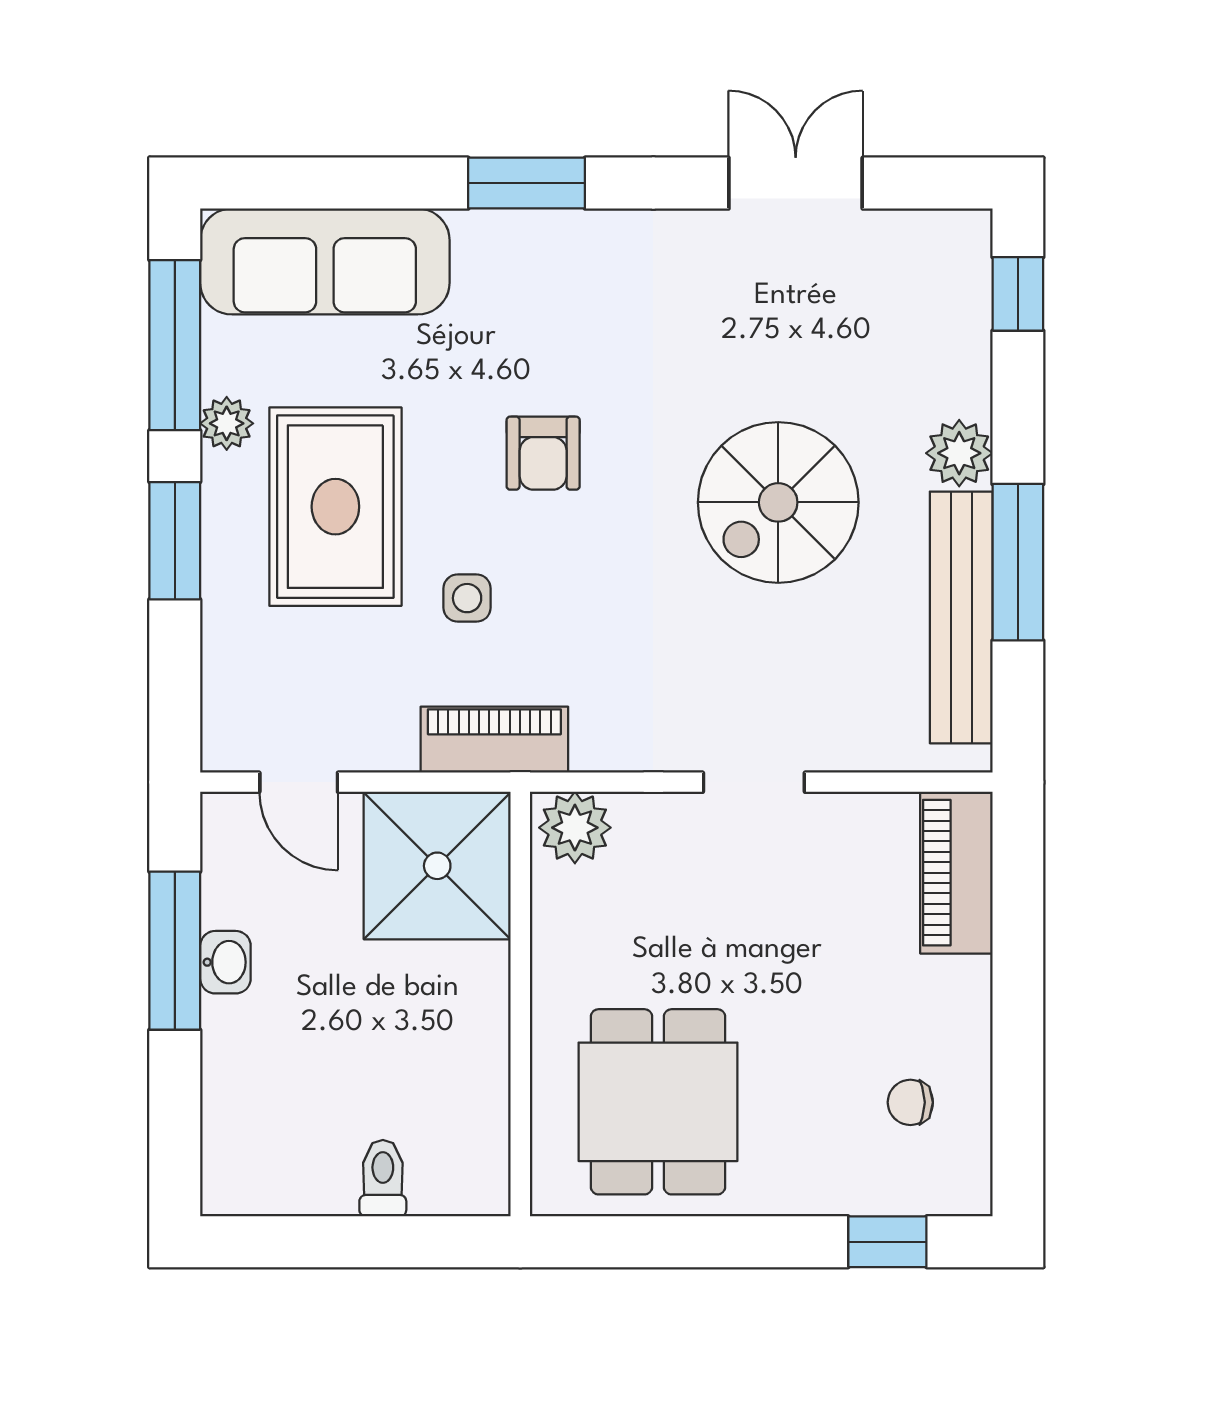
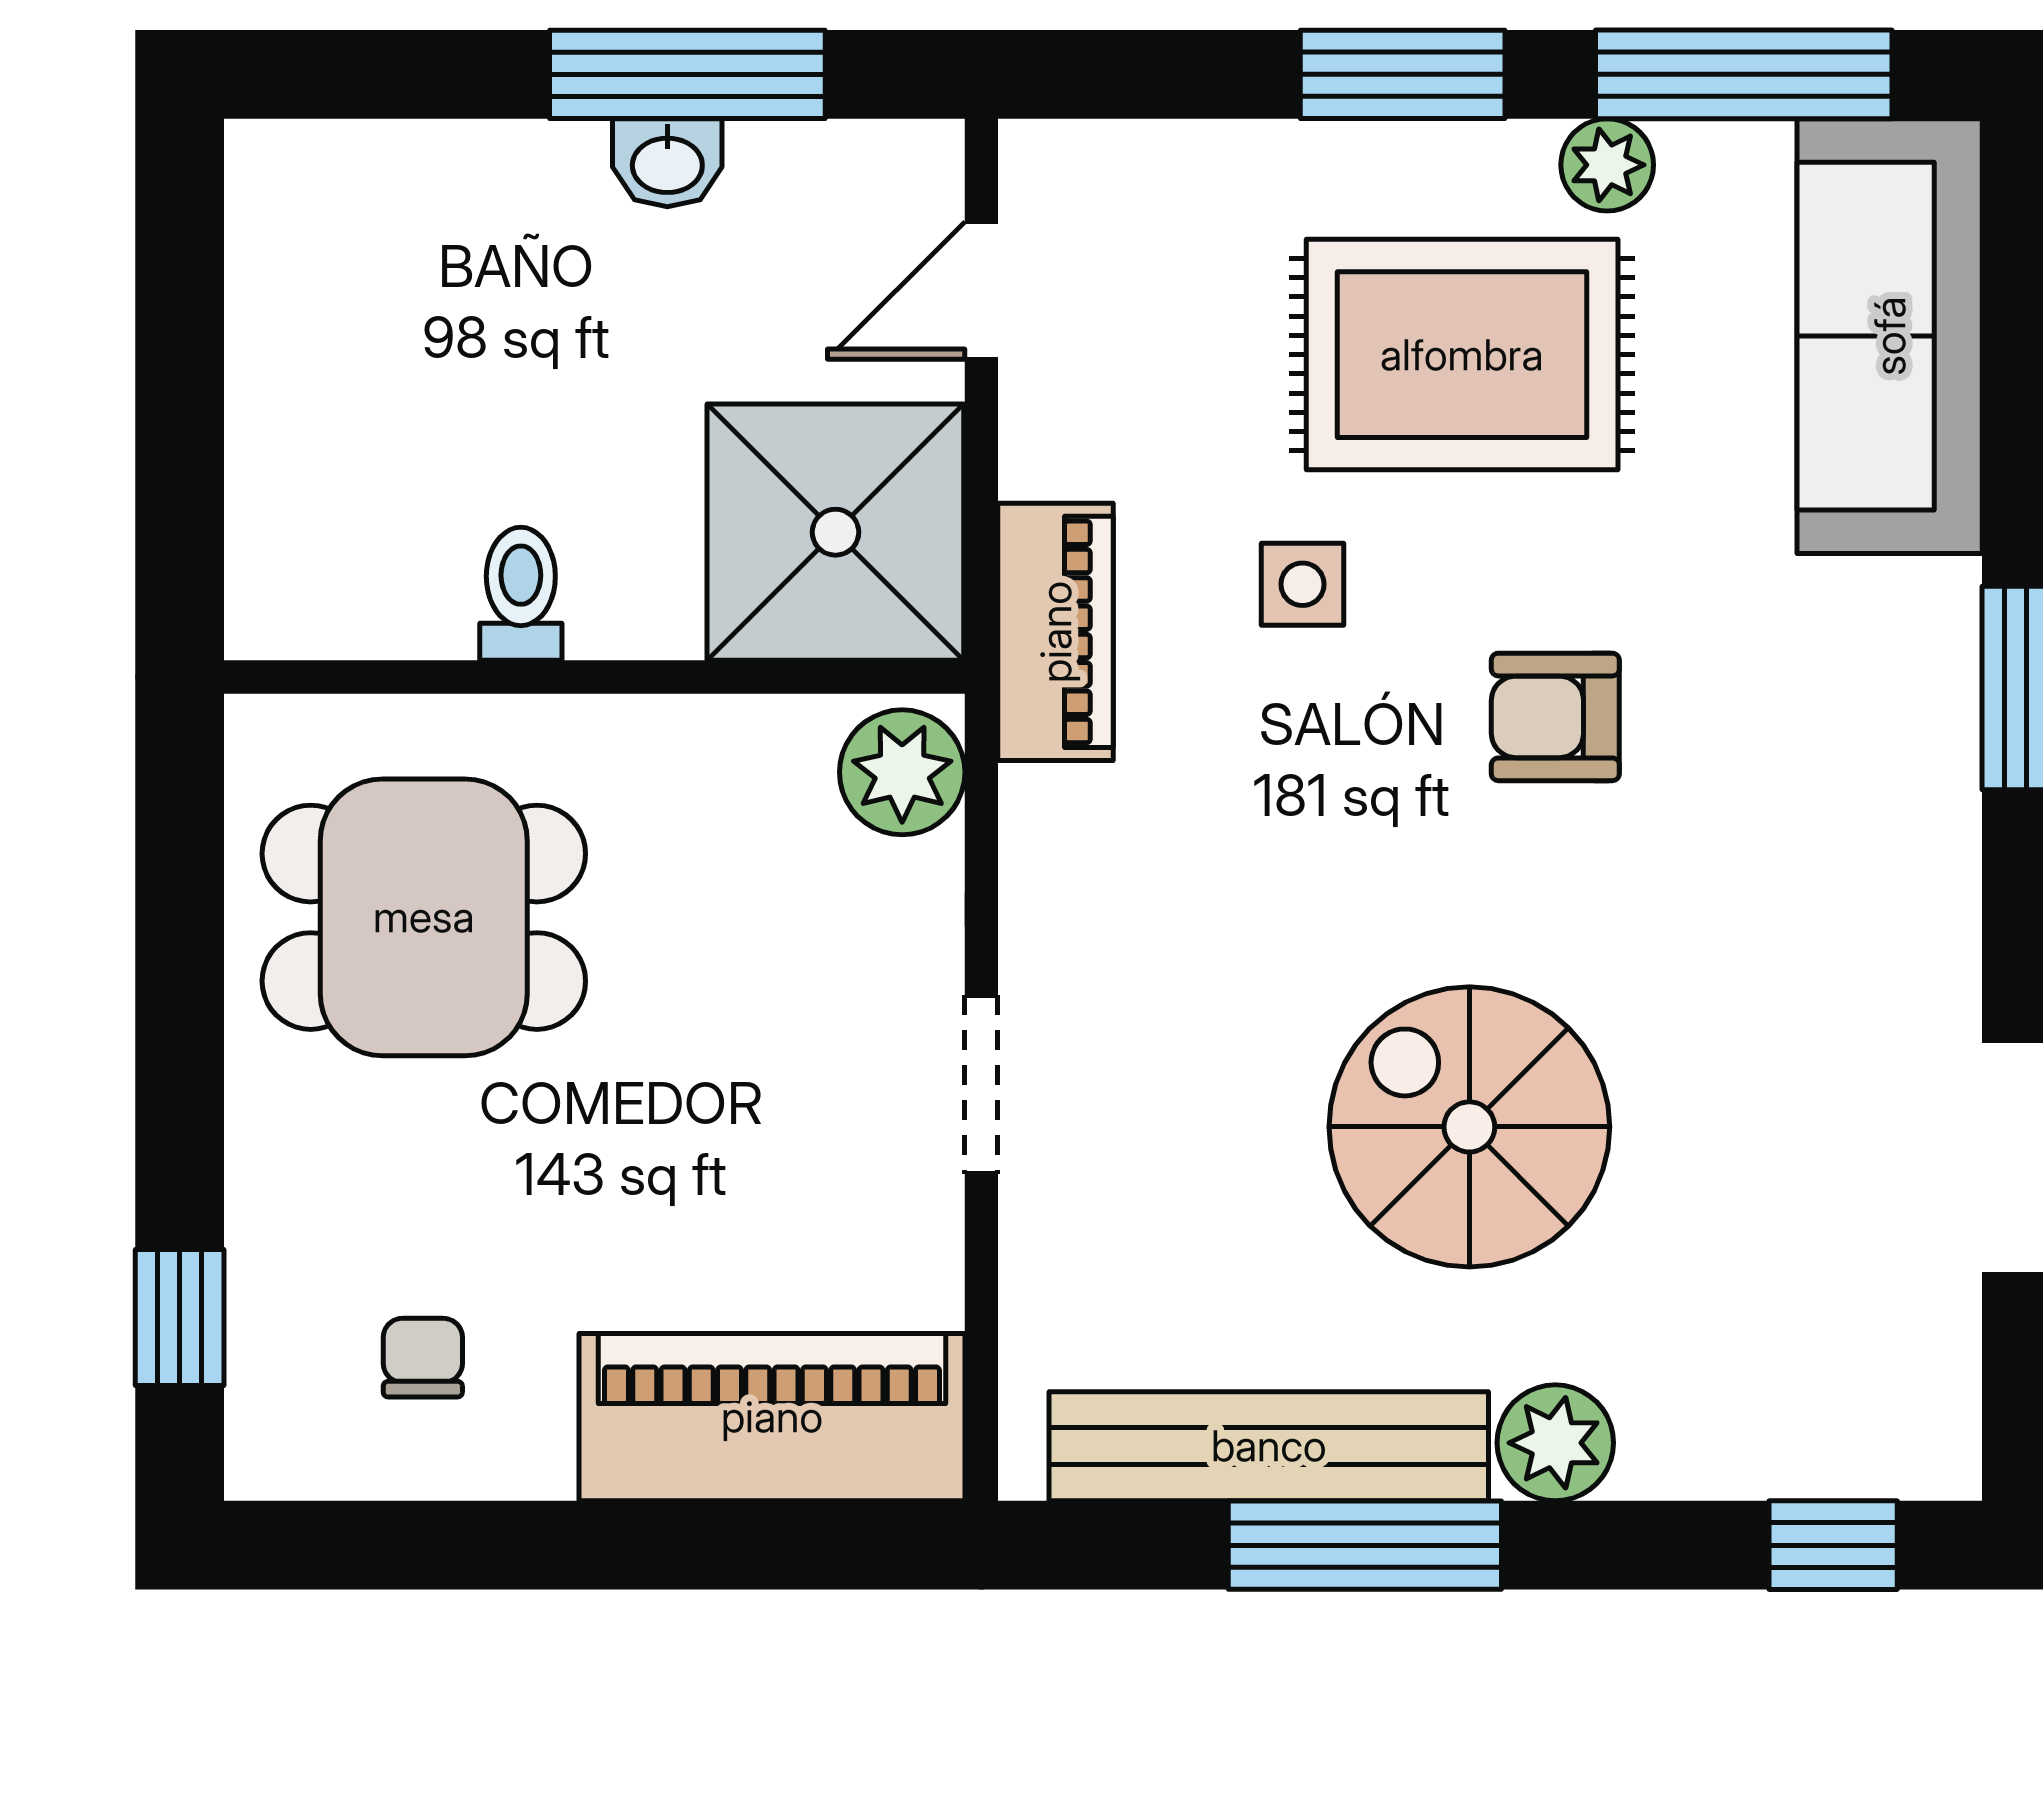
piano: (956, 873) -> (772, 1417), width x1.37, depth x1.33
toilet: (383, 1178) -> (521, 594), moved, turned -90

